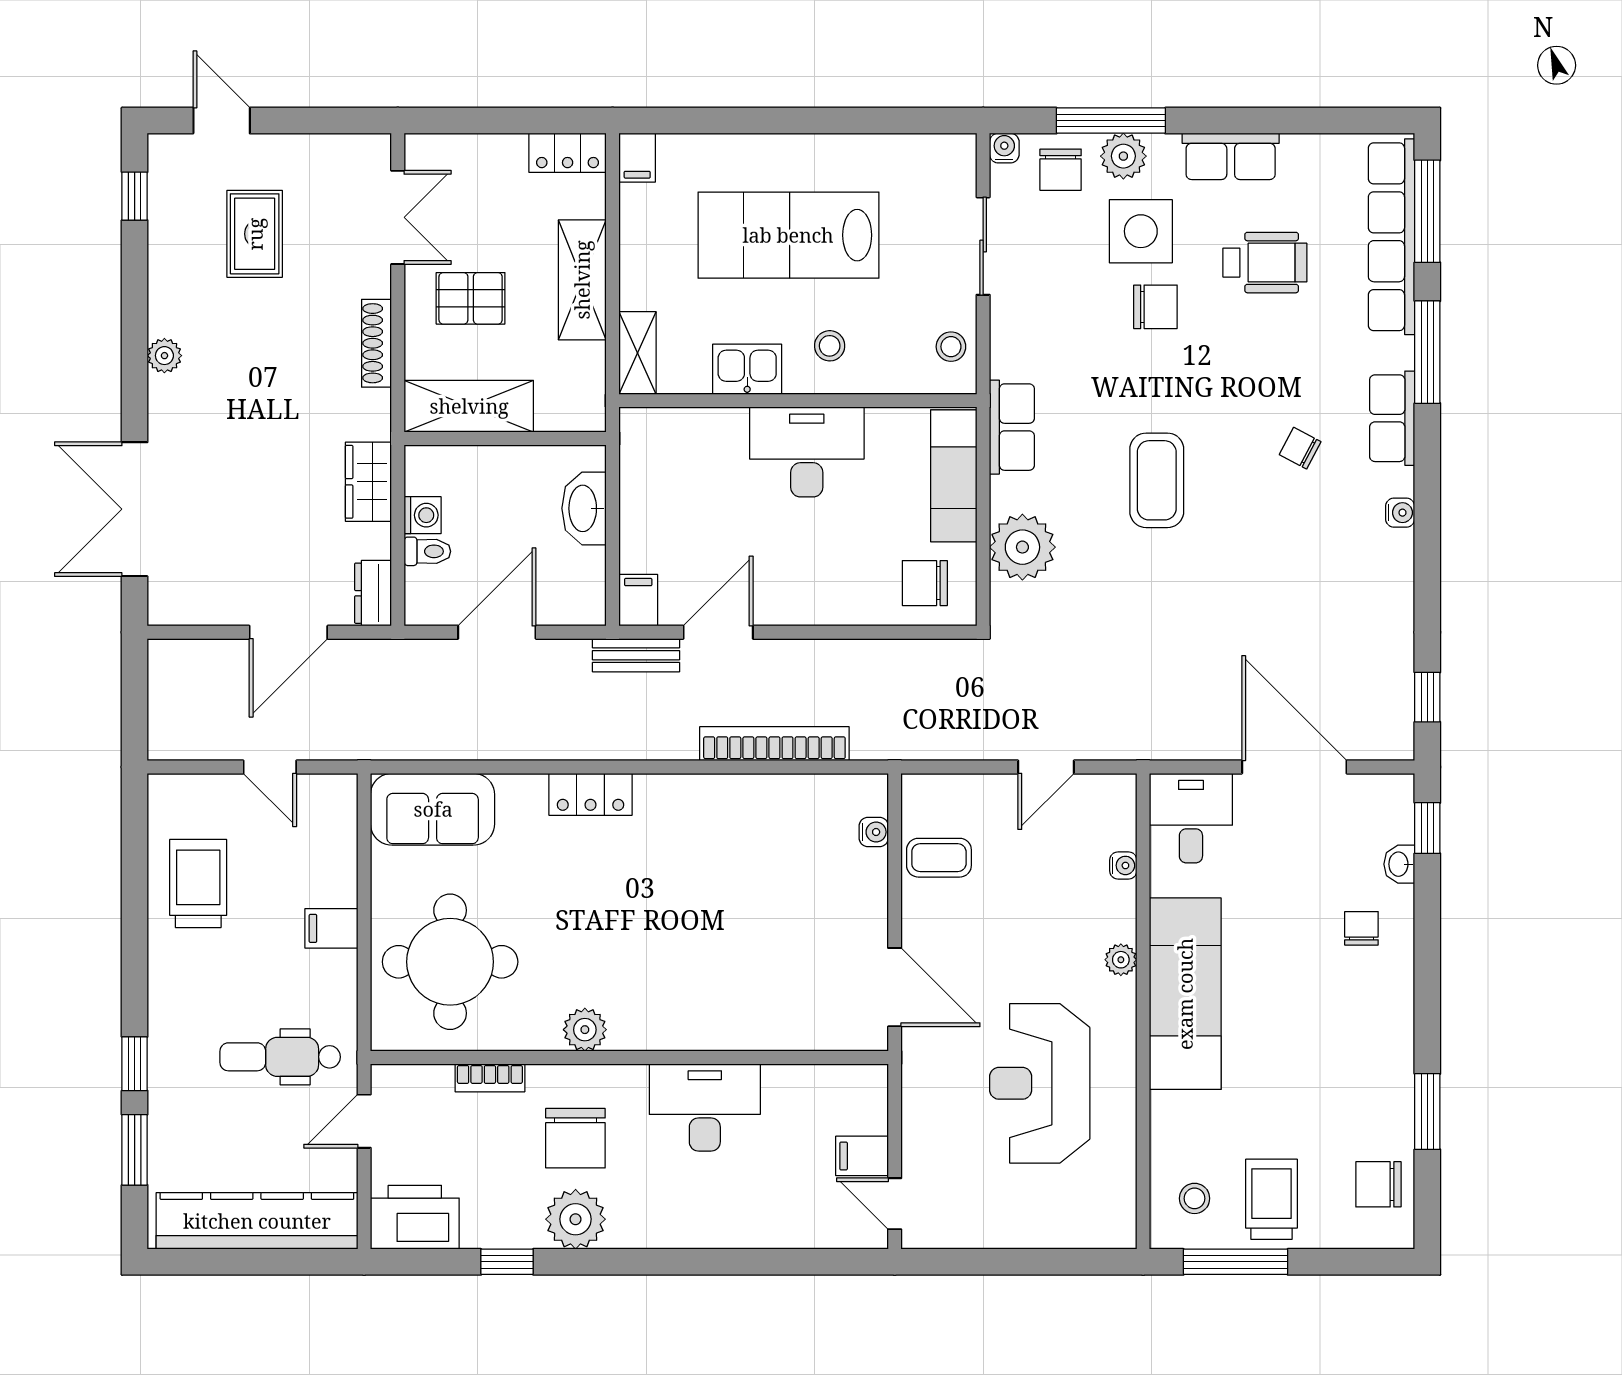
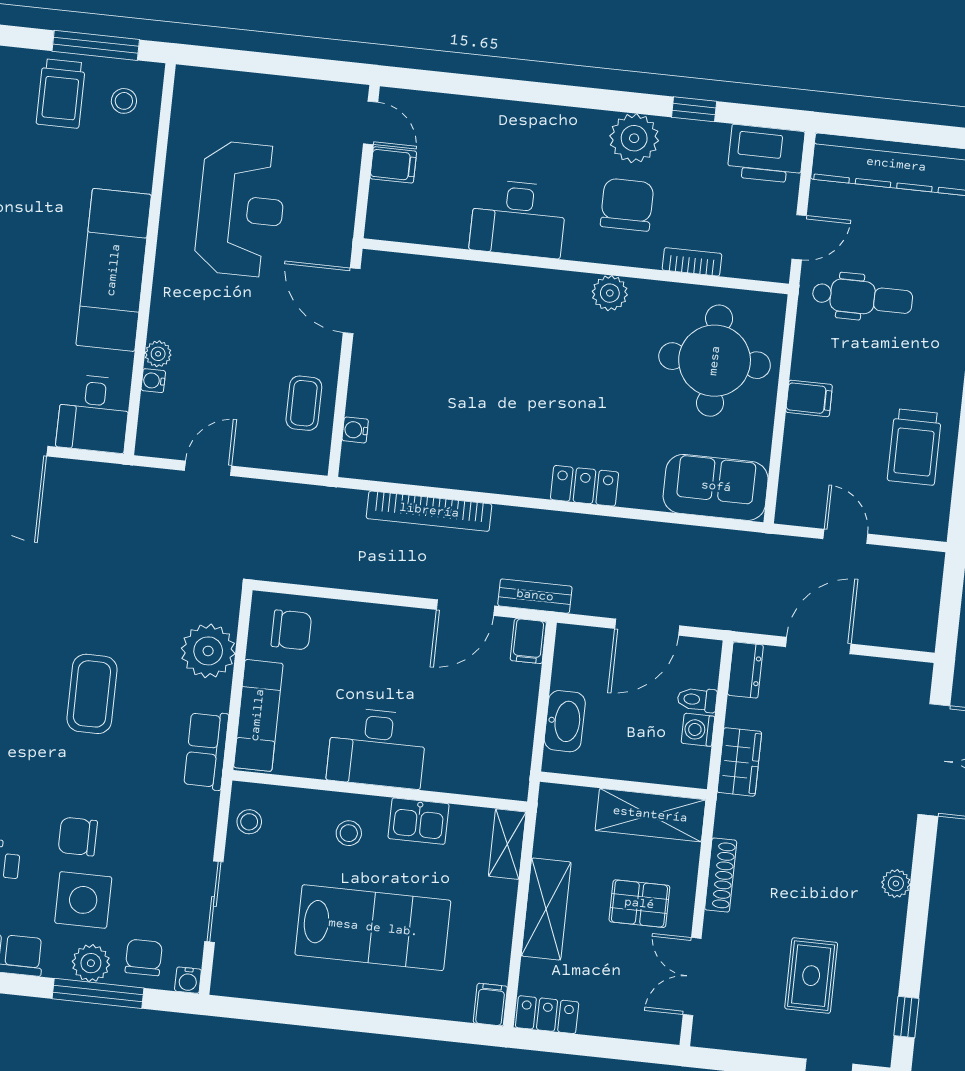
coffee table: (939, 858) -> (304, 403), turned 90
plant: (1121, 960) -> (158, 354), moved

